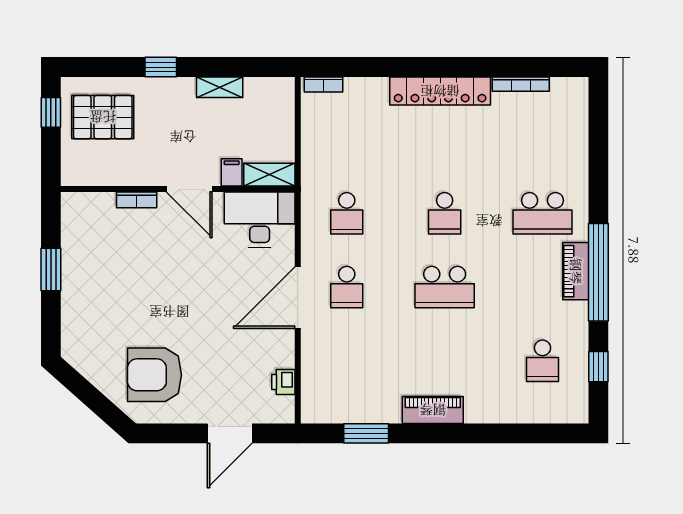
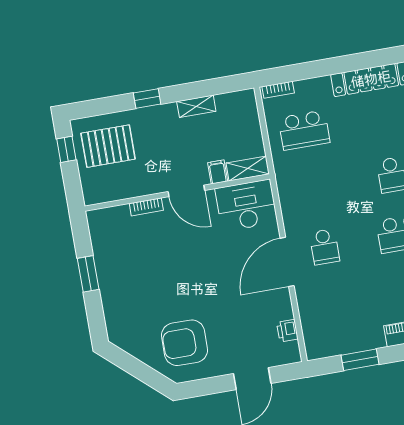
school desk: (347, 213) -> (304, 130), moved, width x1.85

